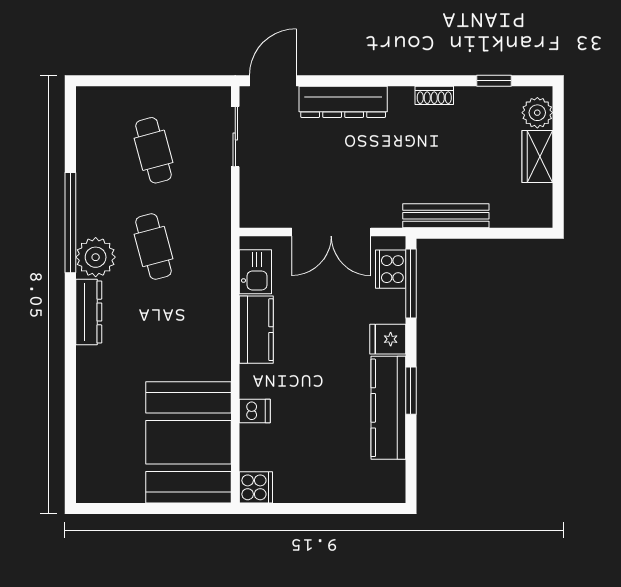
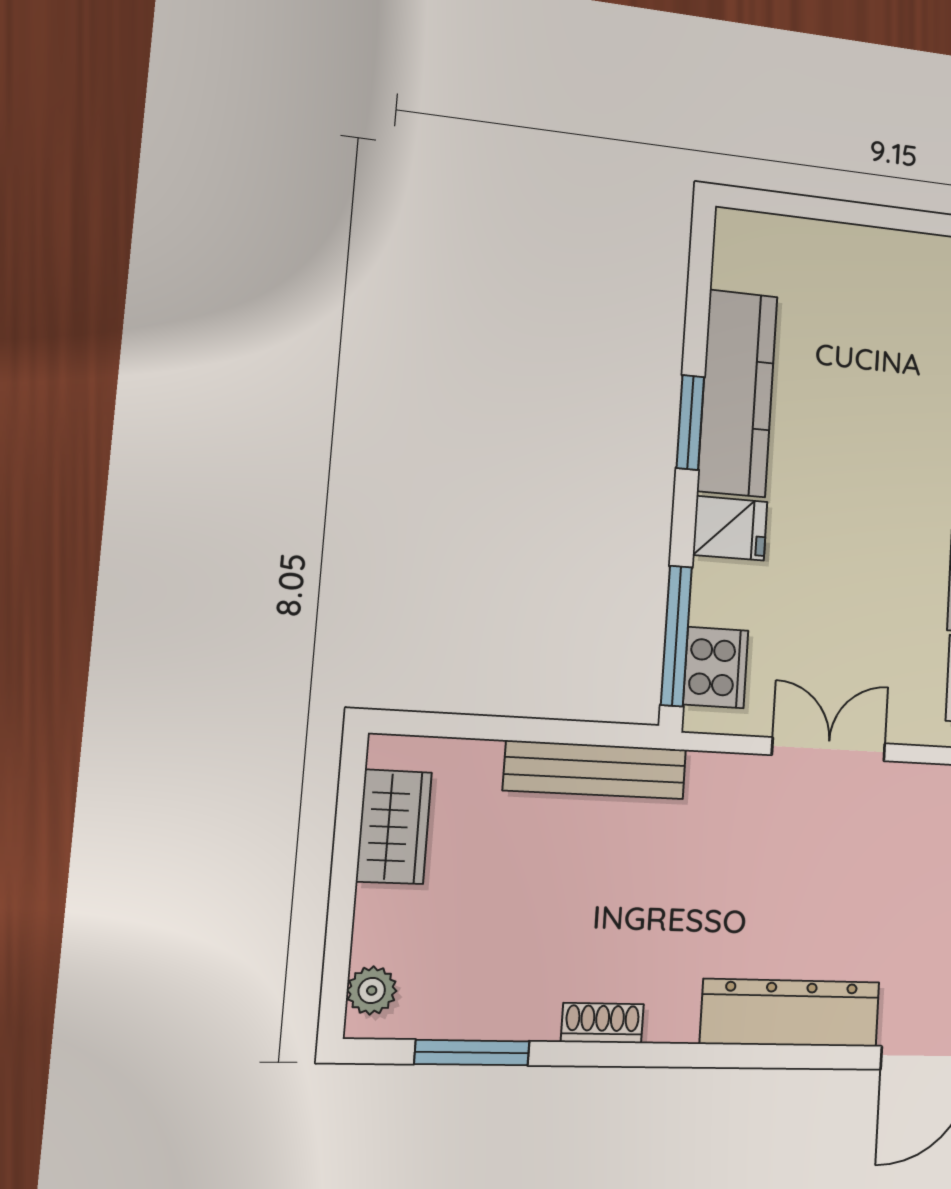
window: (494, 81) -> (472, 1053), width x1.50
plant: (537, 113) -> (372, 990), width x0.73, depth x0.73
wardrobe: (537, 156) -> (394, 827), moved
double door: (331, 232) -> (829, 749), width x0.73

